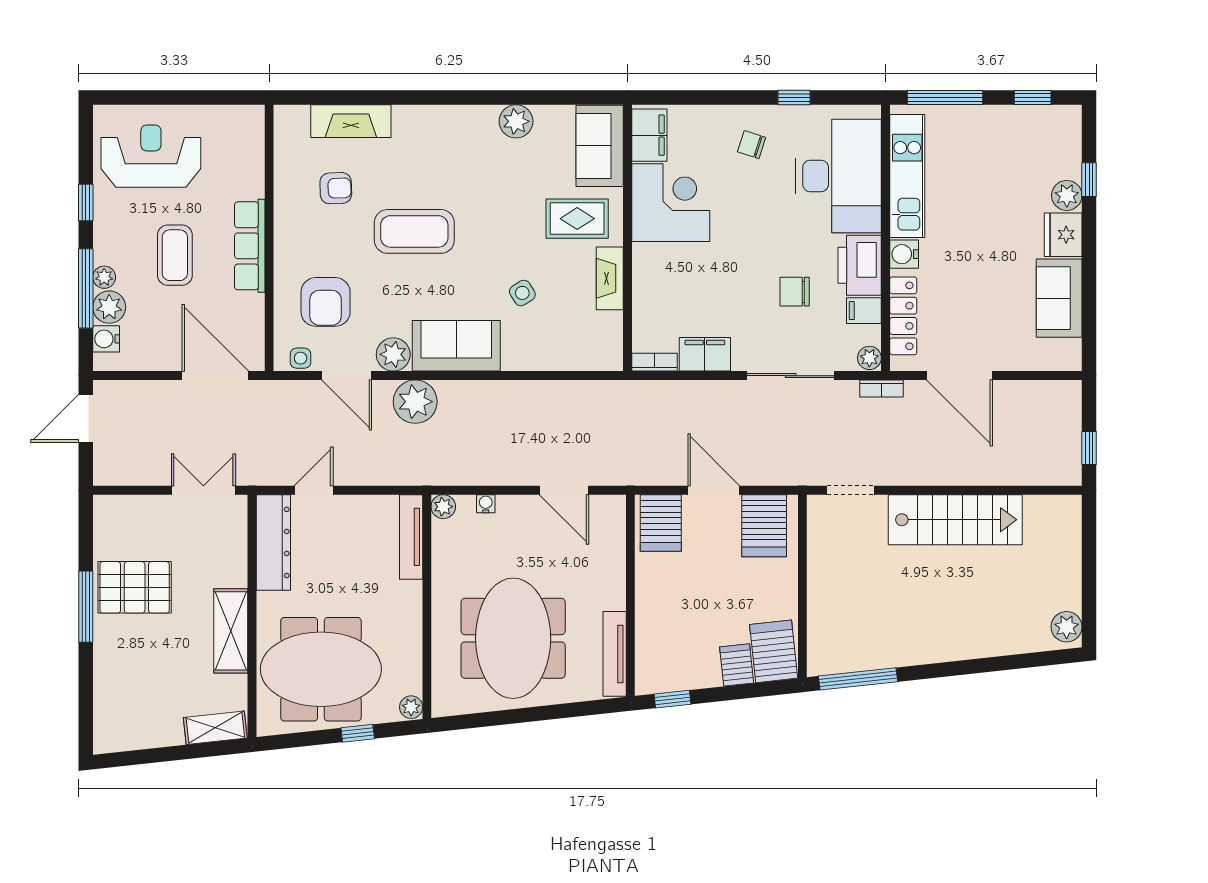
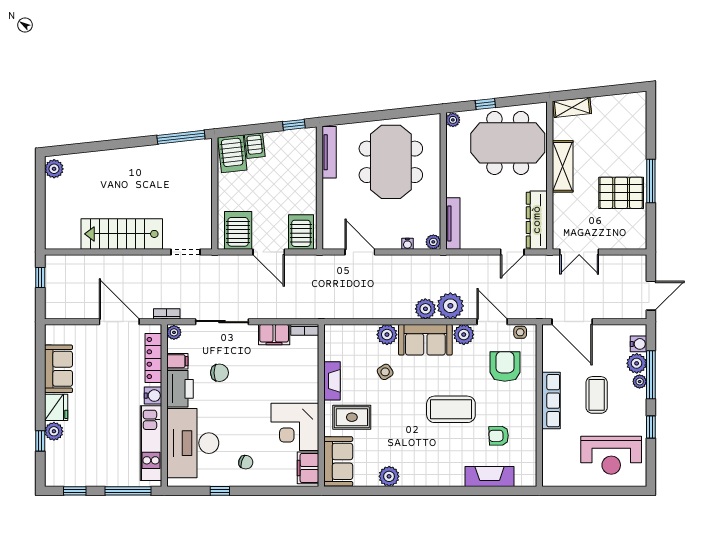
plant: (519, 354) -> (387, 335), added
plant: (456, 397) -> (425, 309), added

